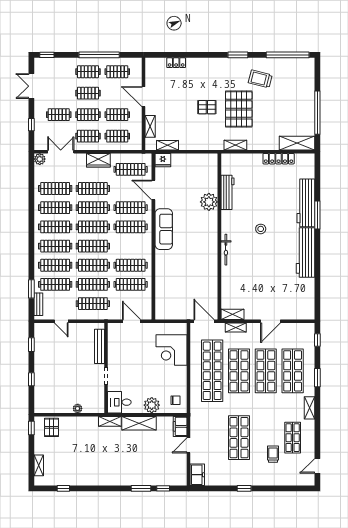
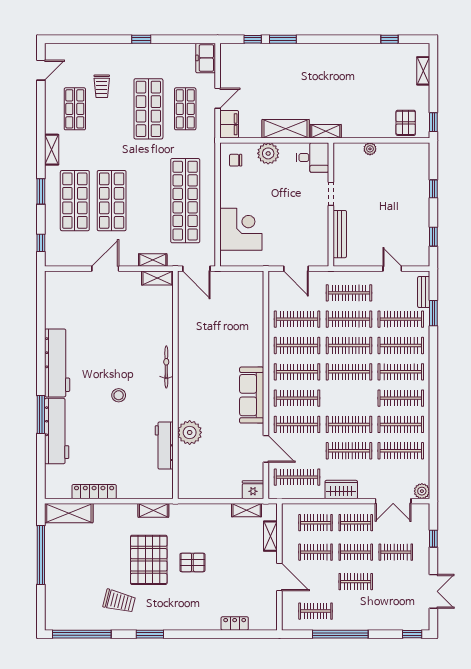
clothes rail: (88, 72) -> (356, 611), removed
clothes rail: (93, 227) -> (297, 372), moved
shop shelf: (239, 371) -> (185, 109), moved, width x0.70, depth x0.74

